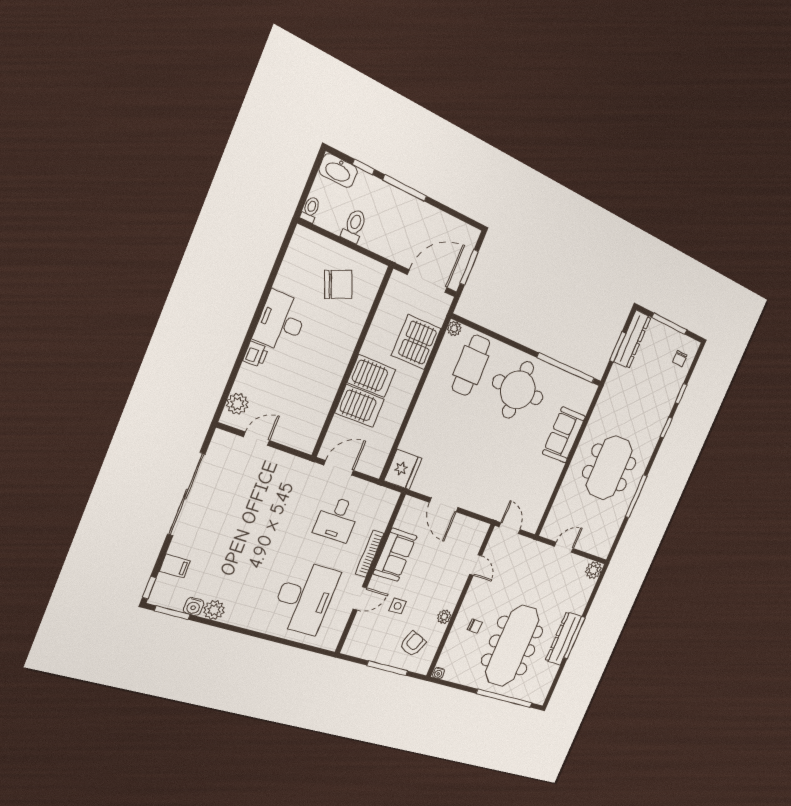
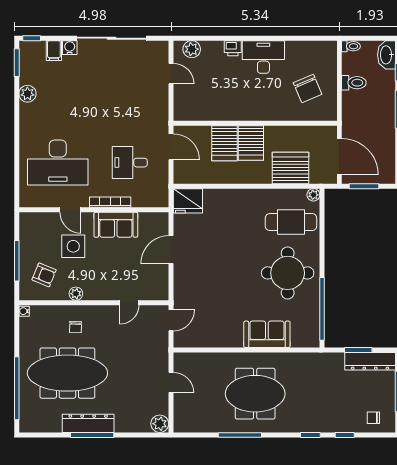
water cooler: (194, 606) -> (70, 48), moved, turned 90
side table: (398, 606) -> (73, 246), width x1.87, depth x1.87

